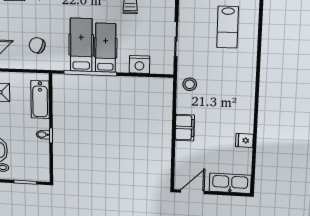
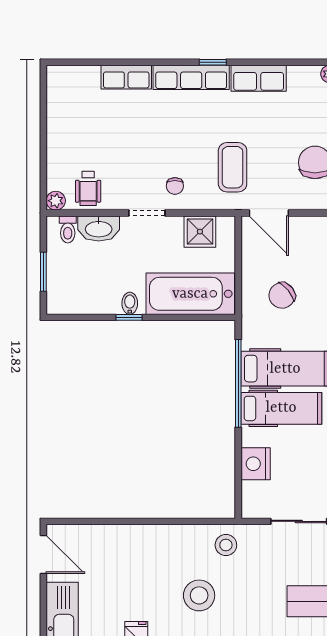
chair: (37, 45) -> (282, 295), turned -152
bathtub: (40, 100) -> (190, 294), width x1.36, depth x1.36
stool: (221, 102) -> (199, 595), added
filing cabinet: (185, 128) -> (153, 539), removed

